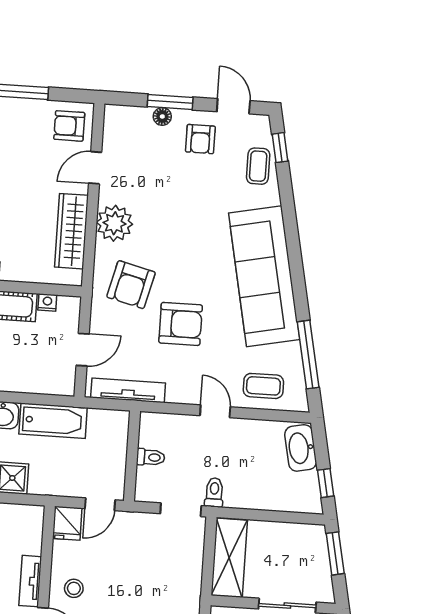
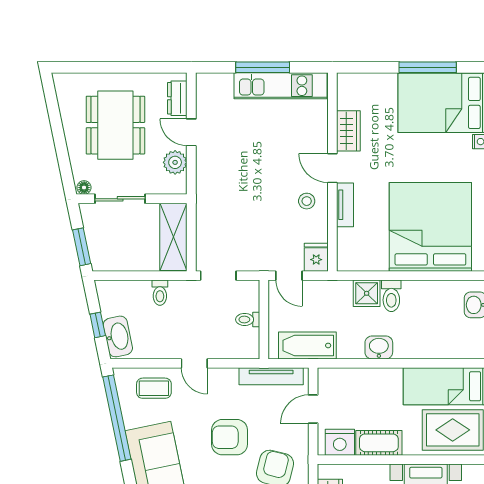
nightstand: (47, 302) -> (340, 442), width x1.89, depth x1.79
window: (308, 355) -> (117, 418), width x1.46
bathtub: (53, 421) -> (307, 345), moved
window: (326, 483) -> (98, 325), moved
toilet: (214, 492) -> (160, 293), moved
door: (100, 504) -> (289, 276), swing flipped

